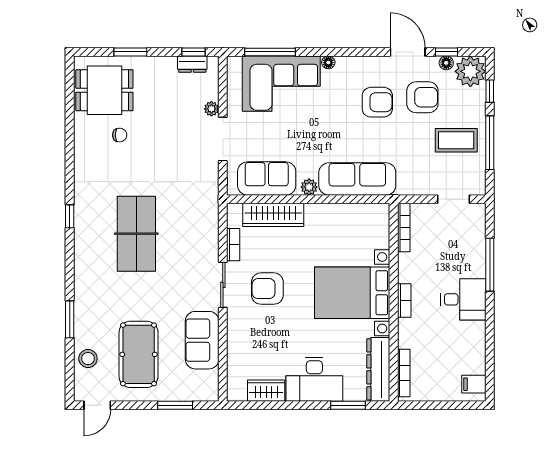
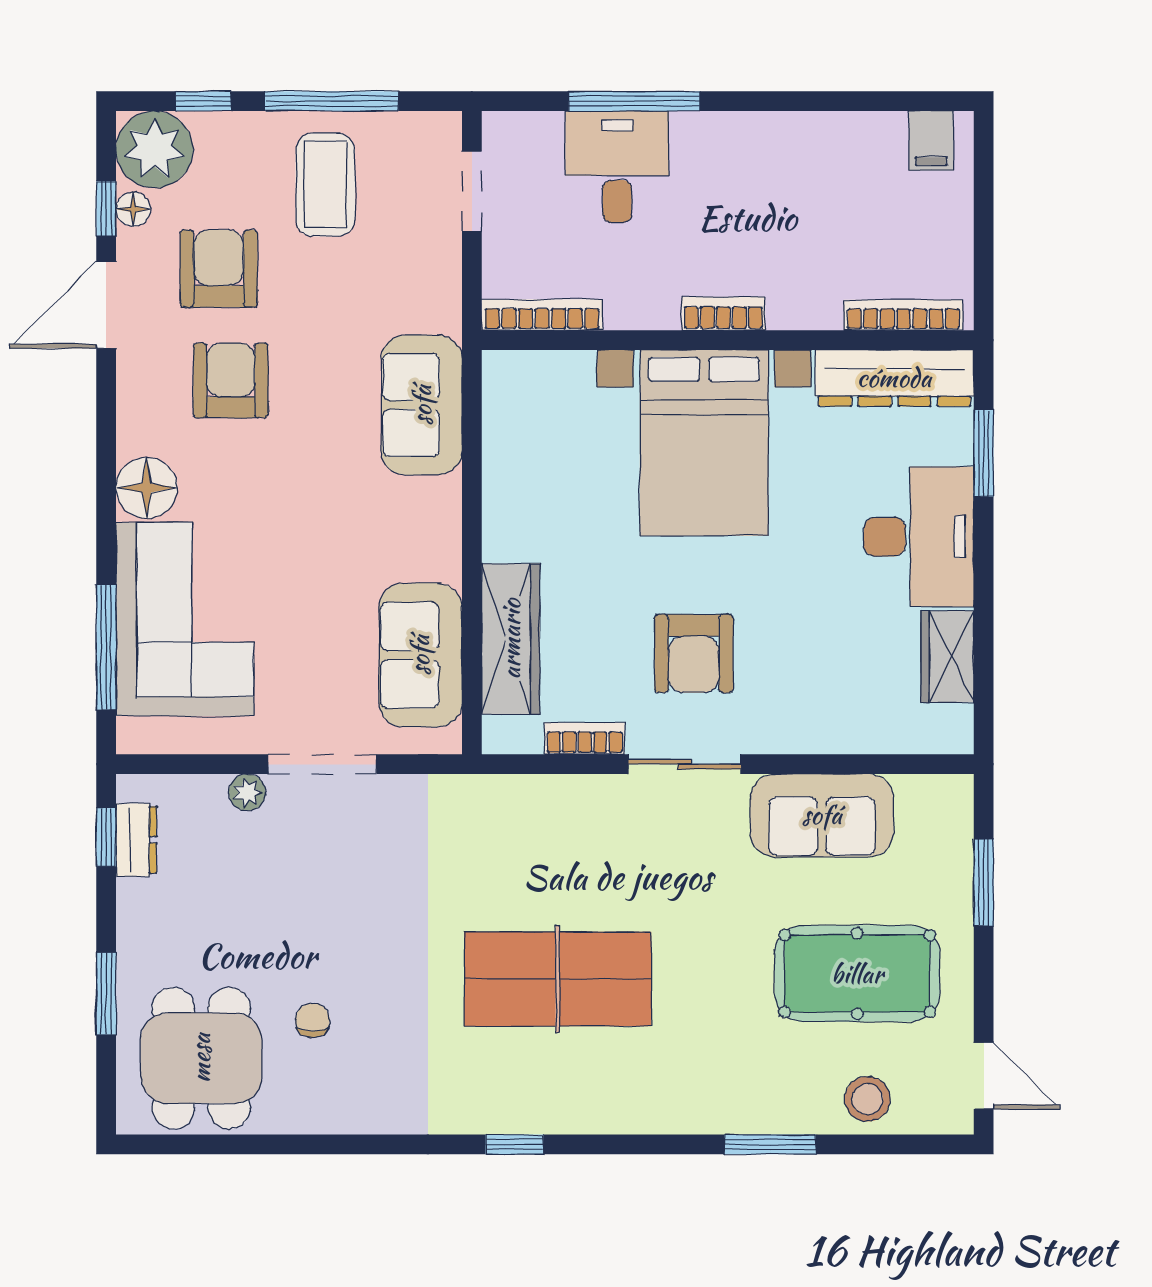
floor lamp: (328, 62) -> (147, 488), width x1.89, depth x1.89
sofa: (357, 179) -> (422, 405), width x0.73
plant: (309, 187) -> (441, 550), removed
desk: (463, 299) -> (617, 167), moved

